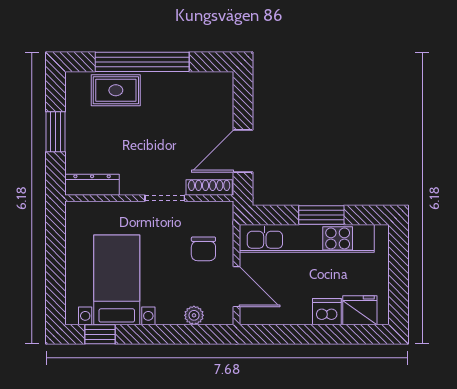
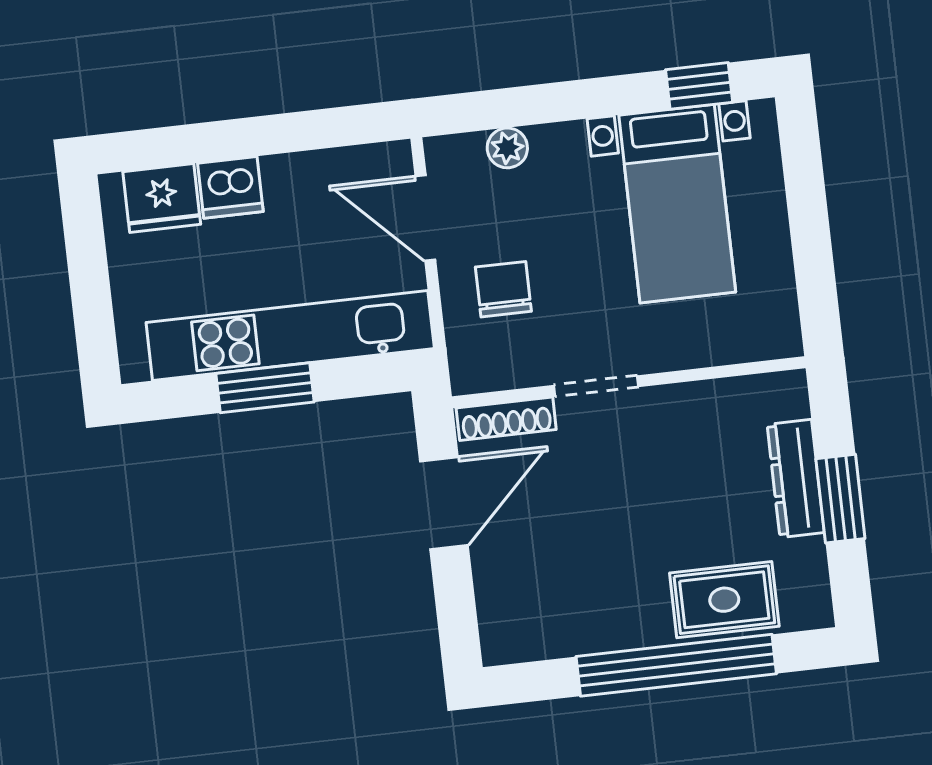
dresser: (92, 185) -> (796, 478), moved, turned 90

